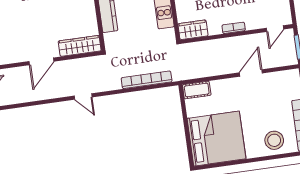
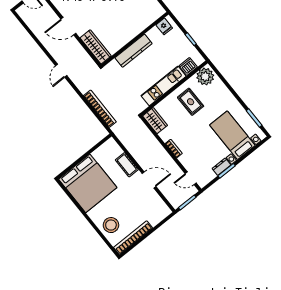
cot: (197, 90) -> (127, 165), moved

